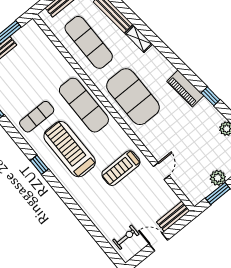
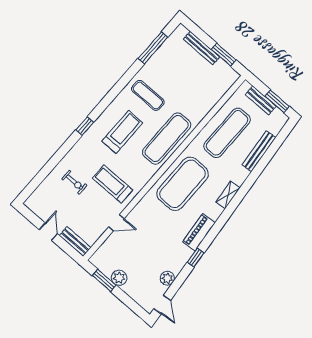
shelving: (139, 39) -> (228, 195), moved
treadmill: (70, 149) -> (122, 132), width x0.73, depth x0.73
window: (39, 165) -> (85, 126), moved
exercise bike: (126, 237) -> (74, 182), moved

